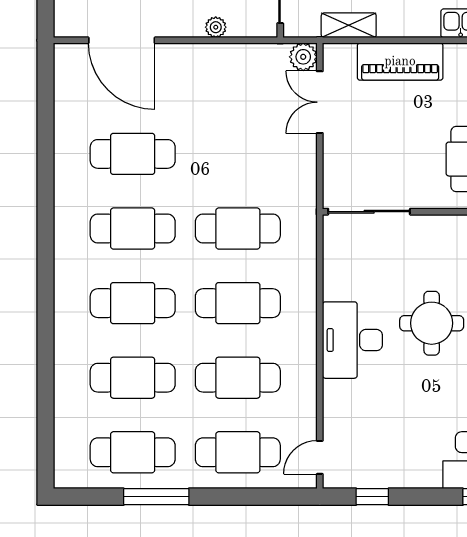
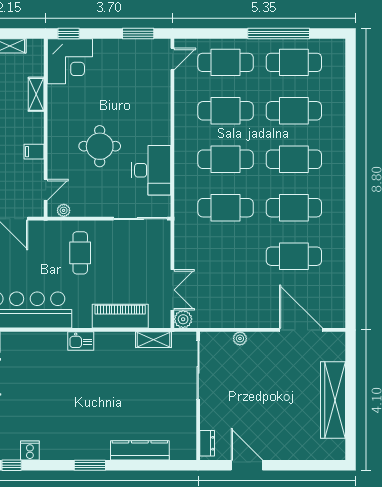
desk: (352, 340) -> (151, 170), moved
window: (156, 497) -> (279, 34), width x1.46
window: (372, 497) -> (138, 34), width x1.50

